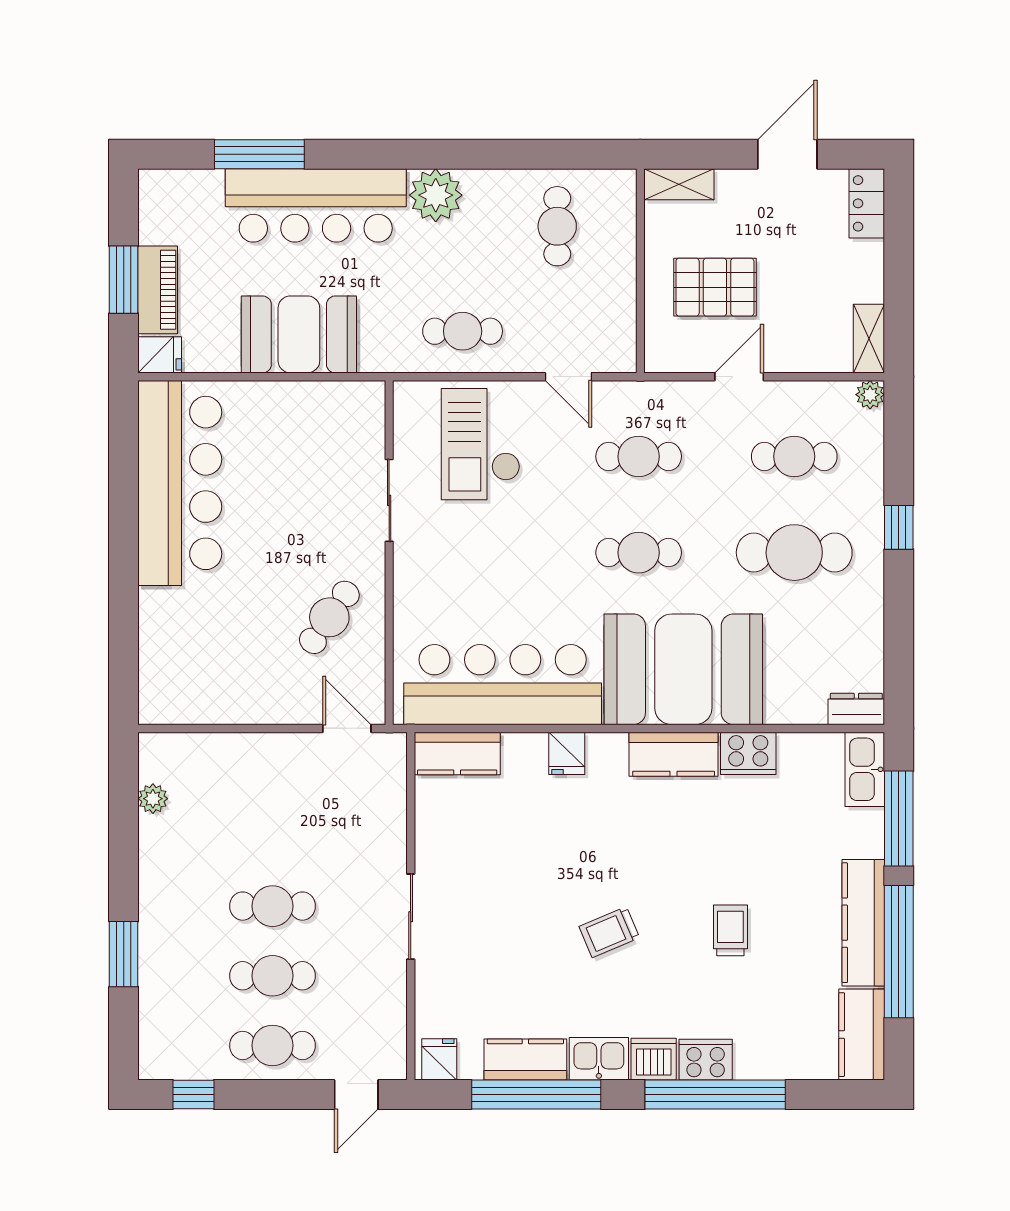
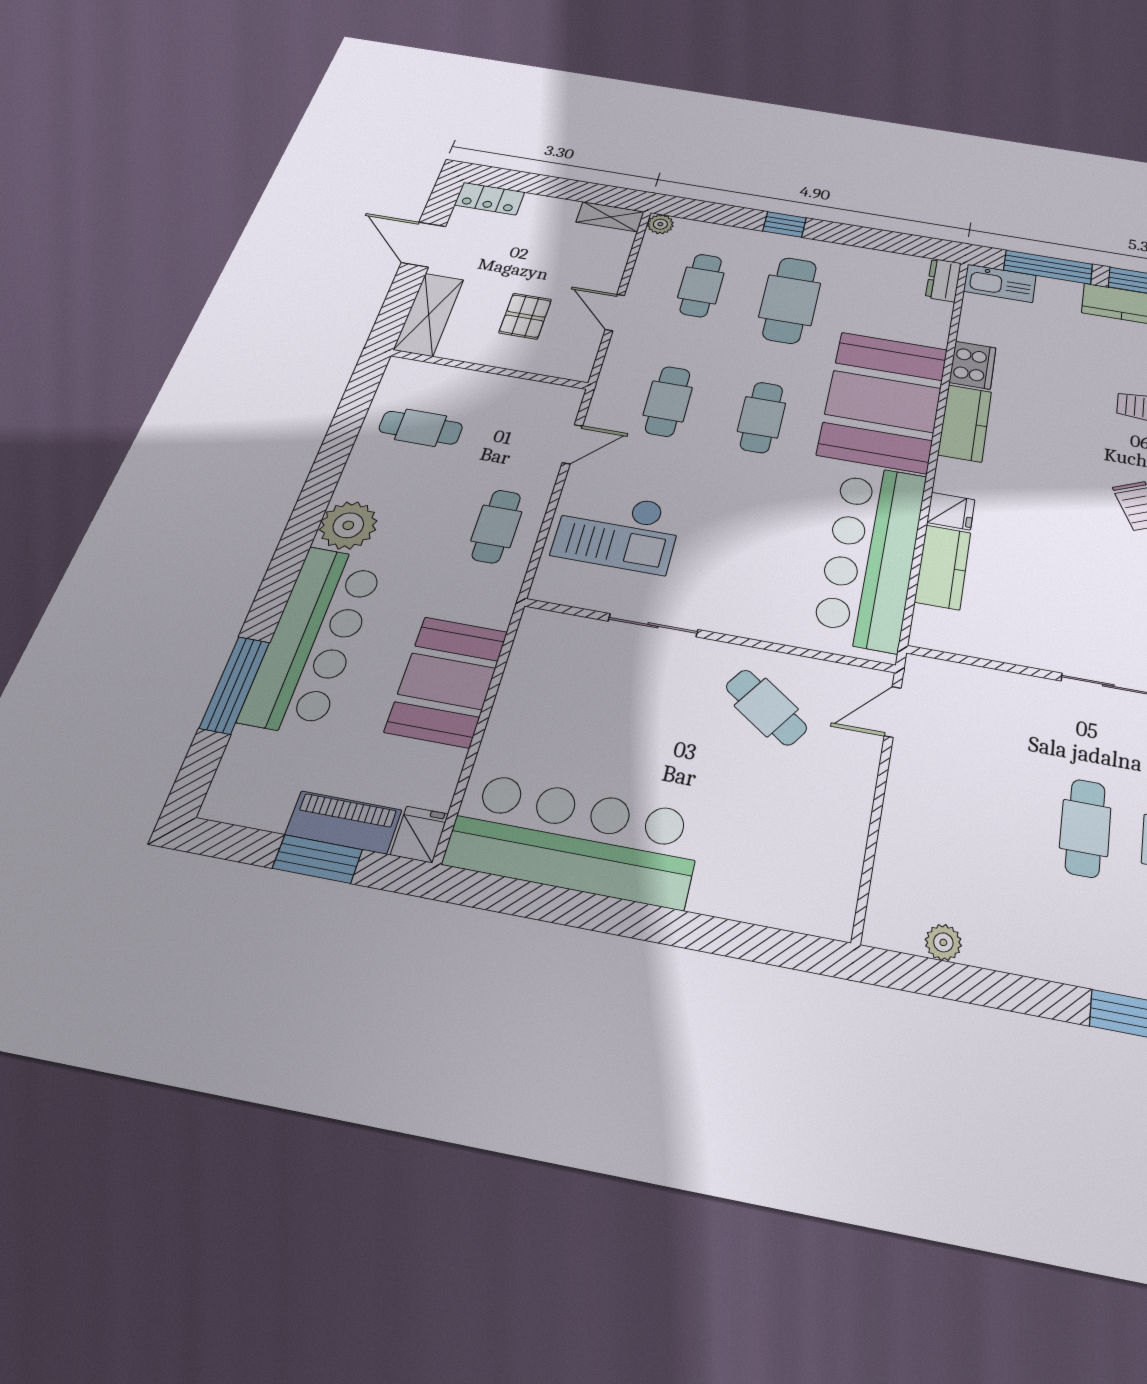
shelving: (679, 184) -> (429, 314), width x1.50, depth x1.33
pallet: (715, 287) -> (525, 316), width x0.67, depth x0.71
kitchen counter: (457, 753) -> (943, 567), moved

